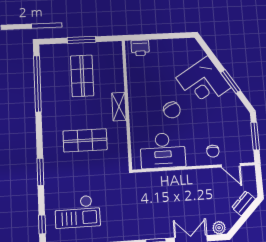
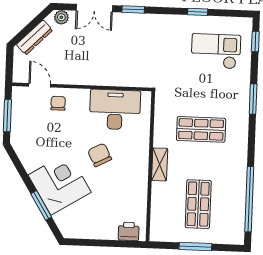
window: (231, 82) -> (41, 205), moved
dresser: (244, 203) -> (34, 37), width x1.44

